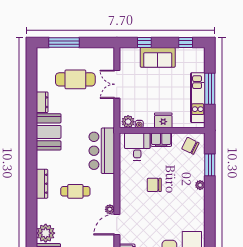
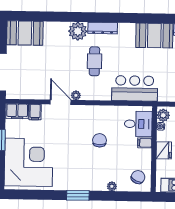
filing cabinet: (161, 140) -> (145, 143), width x0.50
window: (210, 165) -> (78, 195), moved
plant: (200, 185) -> (112, 186), moved
plant: (46, 233) -> (78, 31), moved

